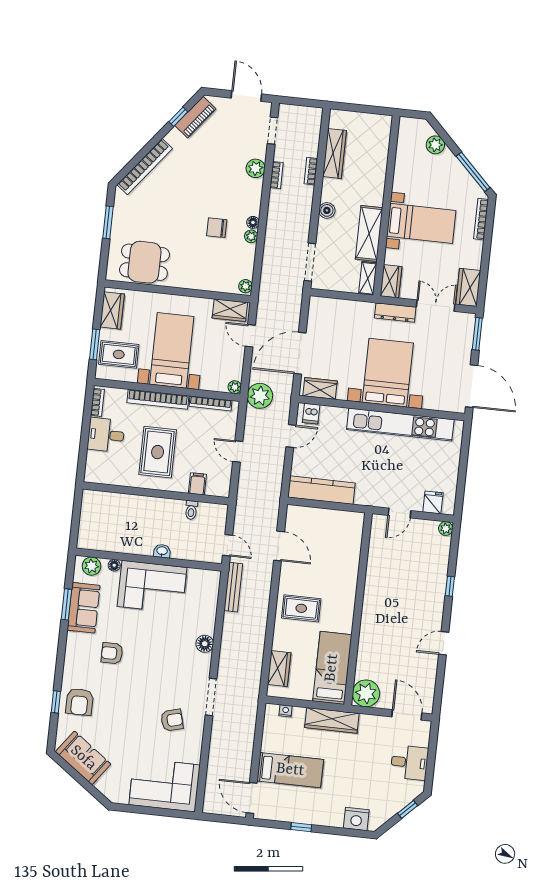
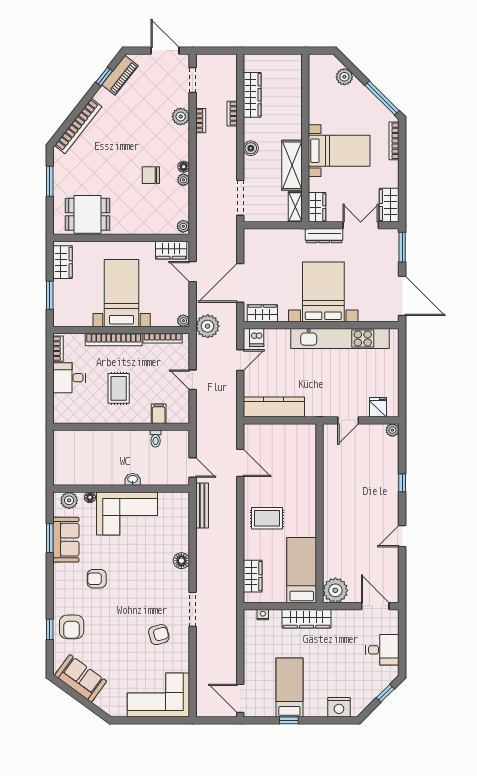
rug: (119, 354) -> (73, 302), removed
rug: (158, 452) -> (119, 388), width x0.73, depth x0.70
bed: (290, 770) -> (289, 687), moved, turned -90

